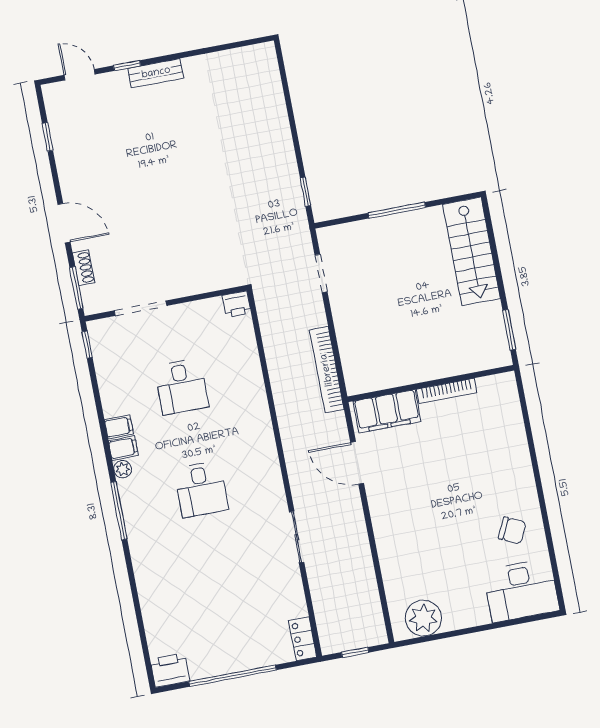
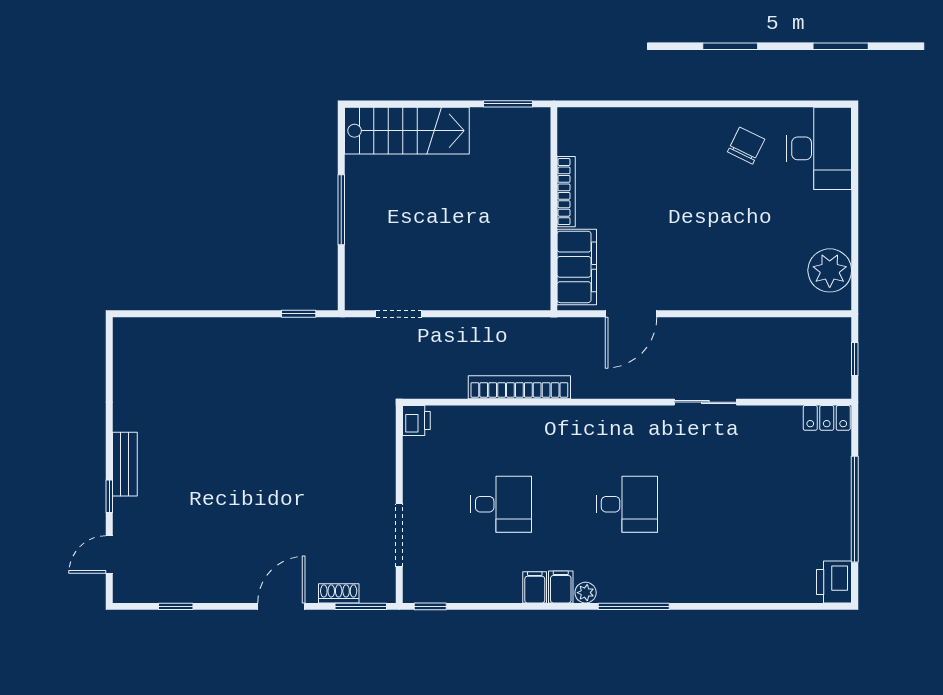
bookcase: (327, 370) -> (519, 387), moved, turned 180

